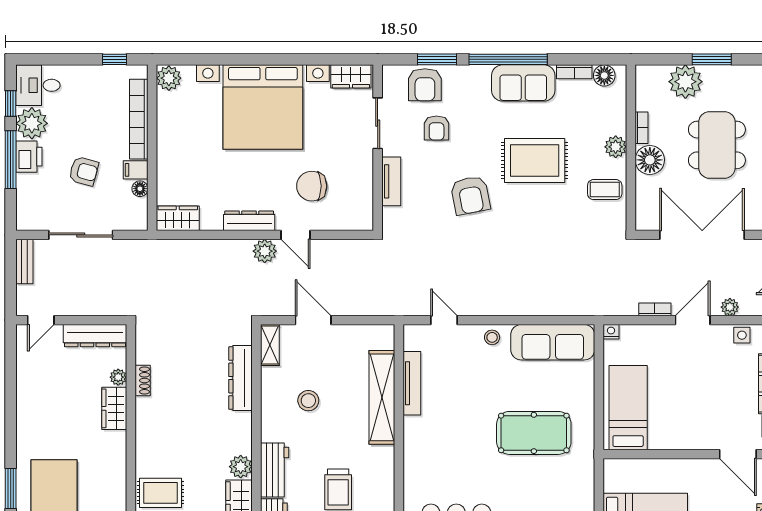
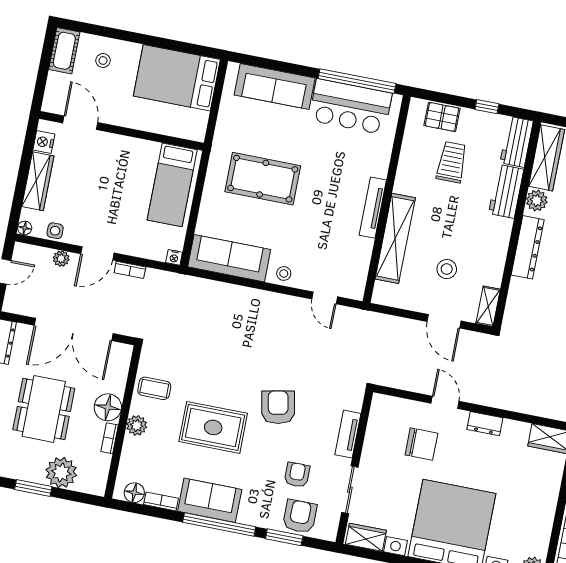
dresser: (249, 221) -> (485, 424), width x0.70
plant: (265, 251) -> (476, 393), removed
dresser: (240, 378) -> (528, 247), moved
tv unit: (412, 383) -> (373, 208), moved
stool: (308, 401) -> (447, 269), moved

